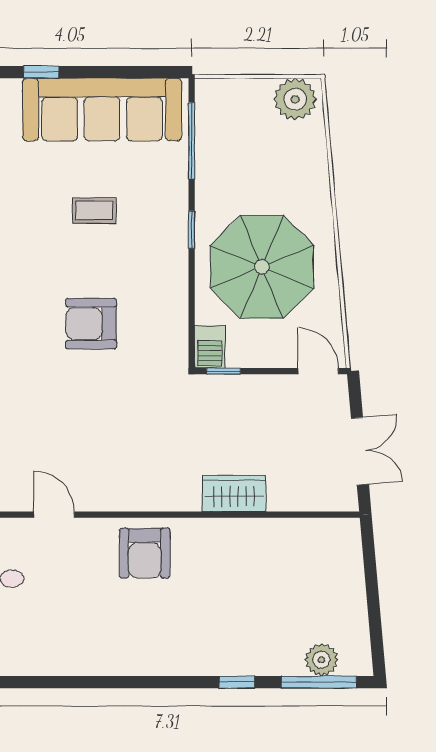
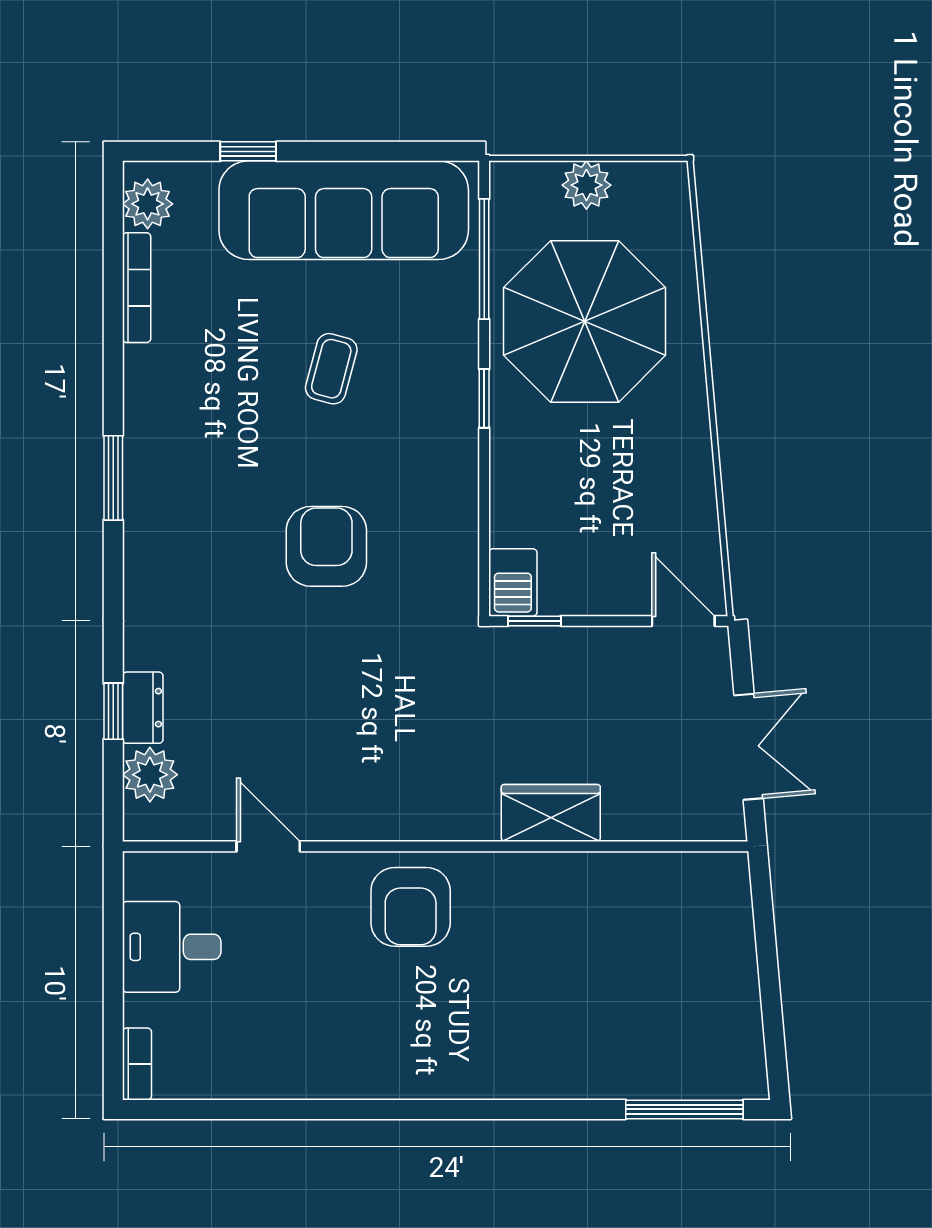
plant: (295, 99) -> (586, 185), moved, width x0.73, depth x0.73
coffee table: (94, 211) -> (331, 369), turned -75
parasol: (262, 267) -> (585, 321), moved
armchair: (91, 324) -> (326, 546), turned 90
plant: (321, 660) -> (688, 1074), removed
window: (237, 682) -> (555, 1109), removed

